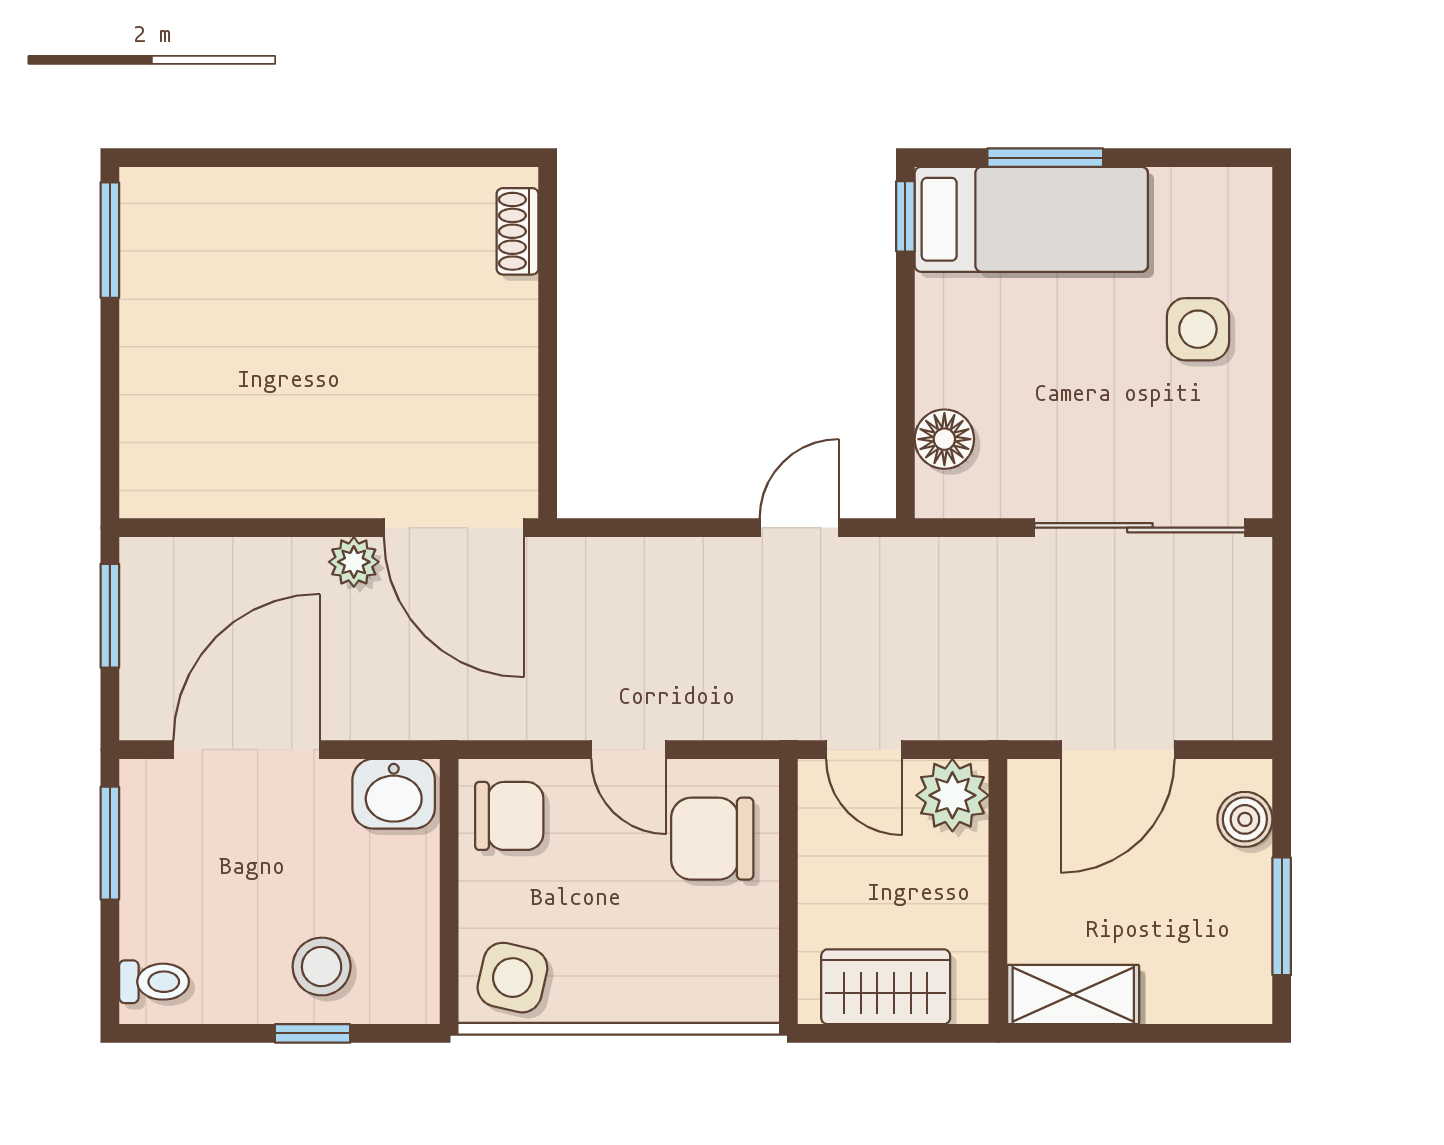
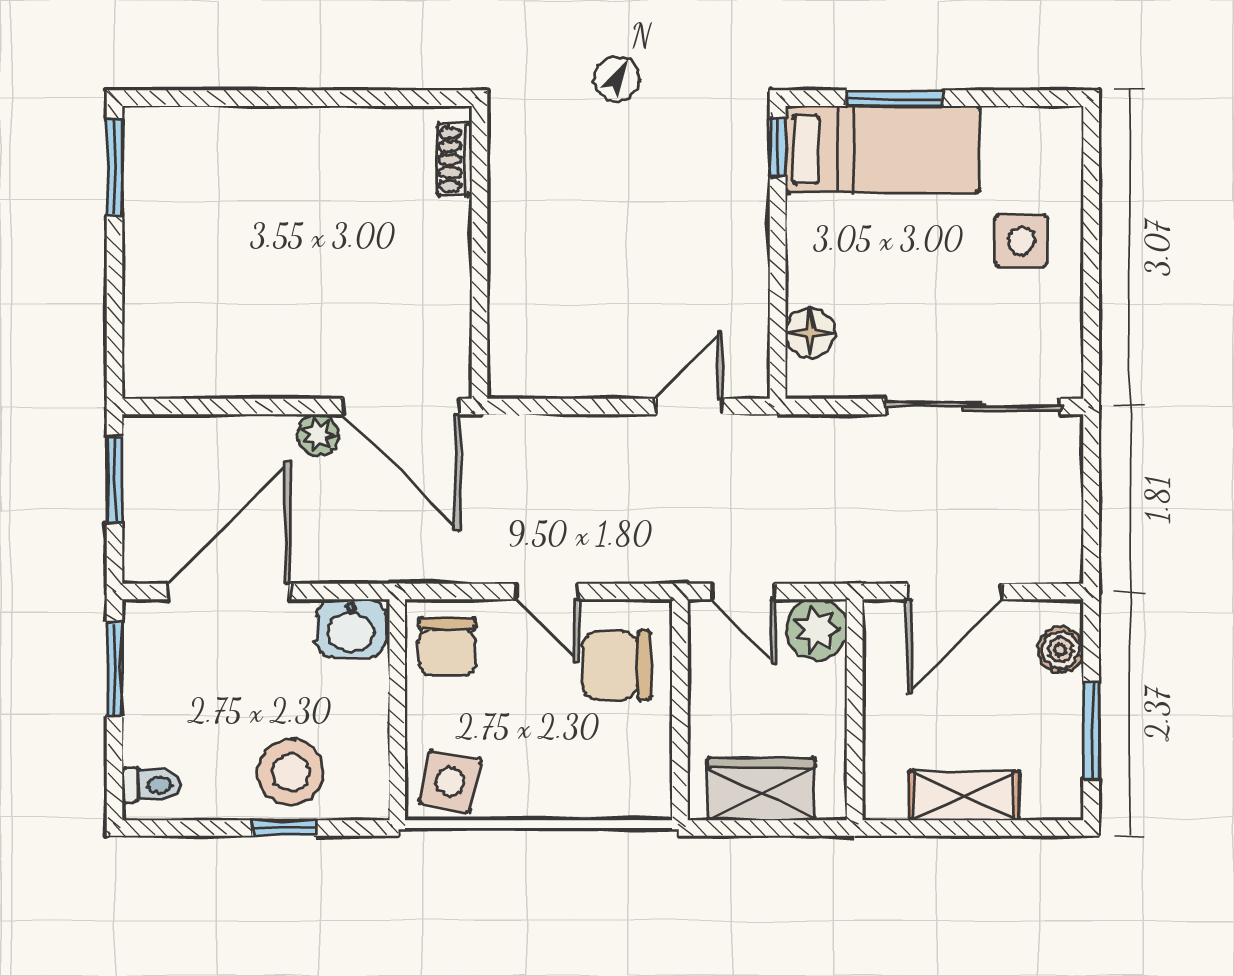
chair: (509, 816) -> (447, 647), turned 90
stool: (322, 967) -> (291, 772), width x1.38, depth x1.38
shelving: (1073, 994) -> (964, 796), moved

